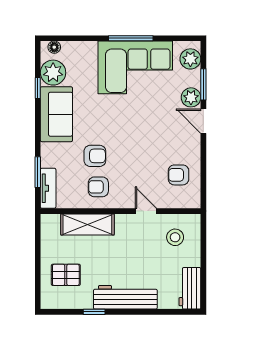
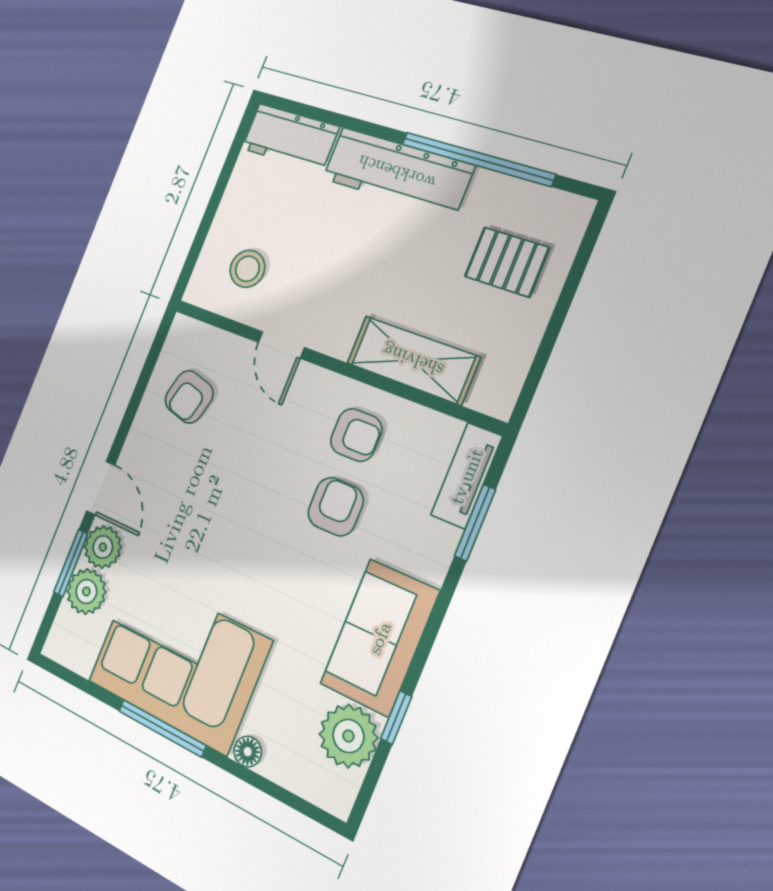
floor lamp: (54, 47) -> (248, 752), moved
plant: (190, 59) -> (86, 591), moved
armchair: (95, 156) -> (336, 507), turned 90
armchair: (178, 175) -> (189, 397), turned 105
workbench: (190, 288) -> (290, 138), moved, turned 90
window: (94, 312) -> (477, 159), width x3.17

